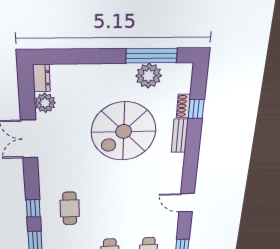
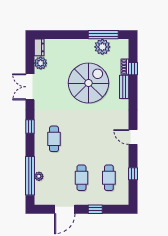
spiral stairs: (124, 131) -> (88, 83), turned 180
window: (33, 208) -> (30, 127), moved

